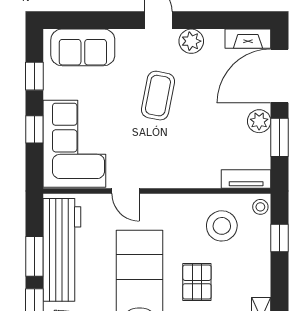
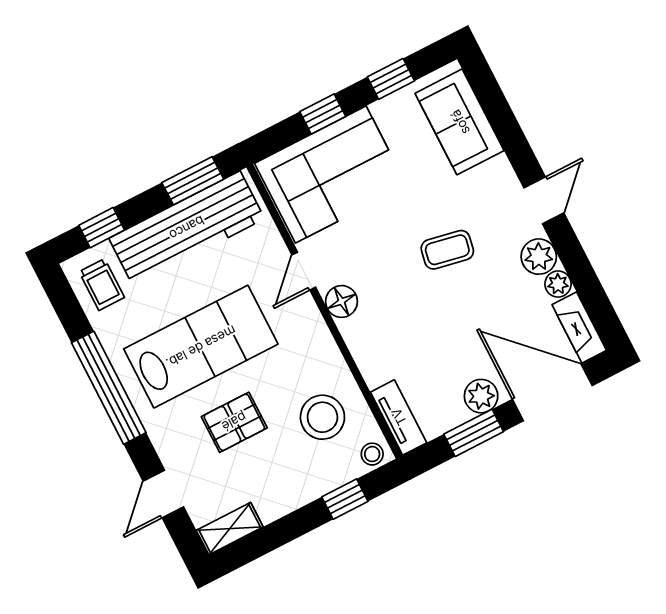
plant: (214, 38) -> (558, 284), added
coffee table: (158, 96) -> (447, 250), width x0.73, depth x0.77
floor lamp: (156, 177) -> (342, 301), added
window: (34, 256) -> (193, 181), moved

